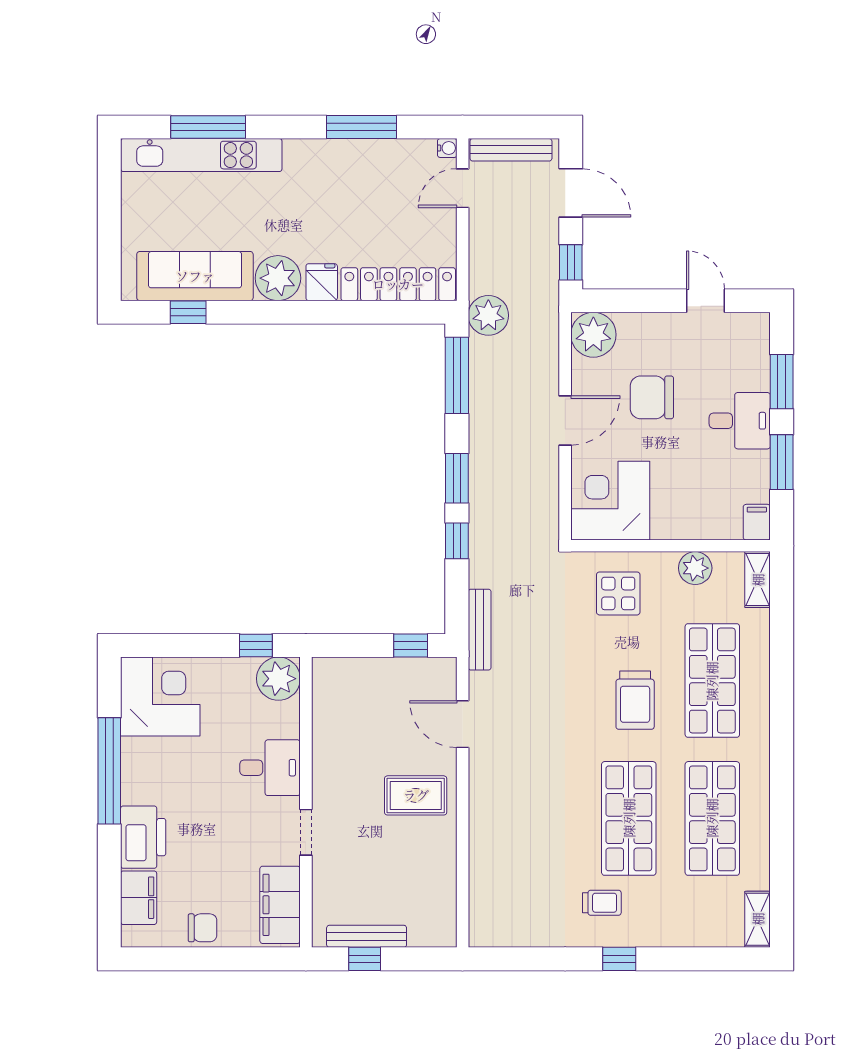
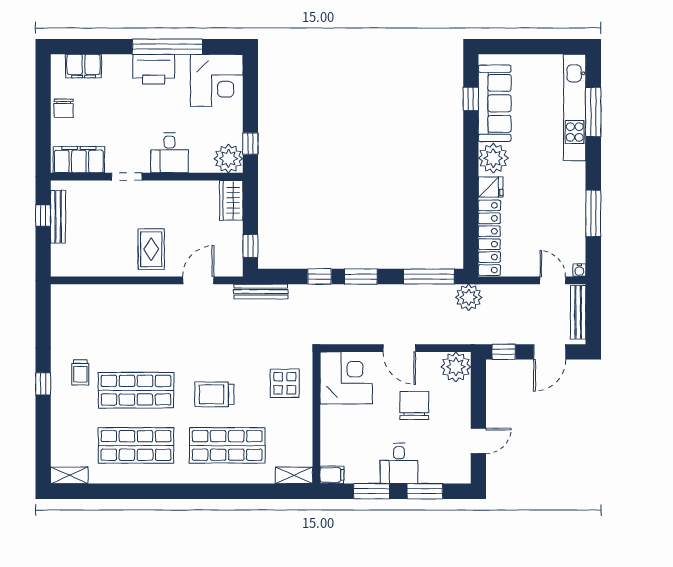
plant: (695, 568) -> (302, 434), removed
wardrobe: (342, 674) -> (231, 200), added
printer: (143, 837) -> (154, 69), moved

